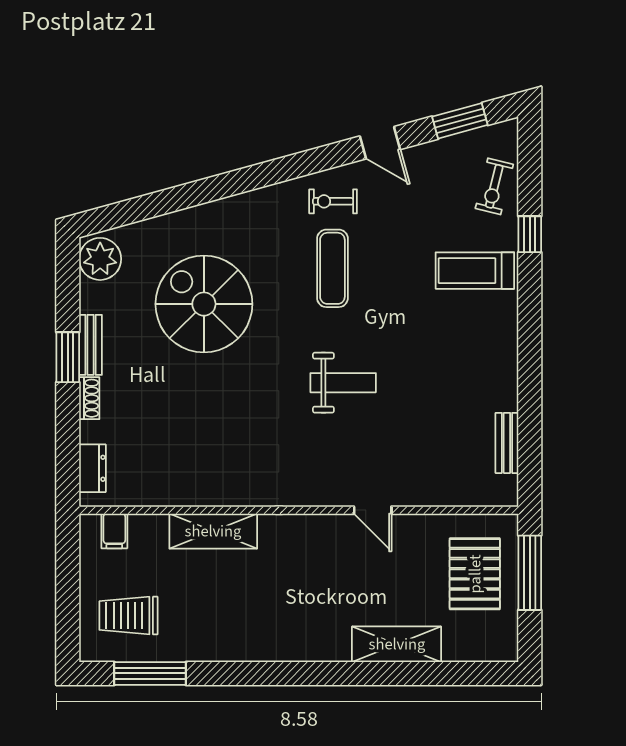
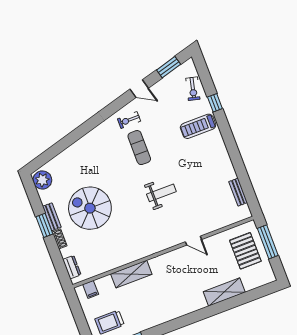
spiral stairs: (204, 304) -> (90, 208), moved

